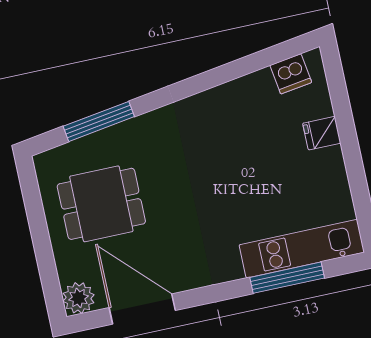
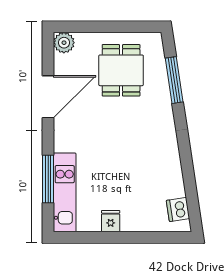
fridge: (322, 133) -> (111, 221), moved
door: (142, 309) -> (48, 97), moved

